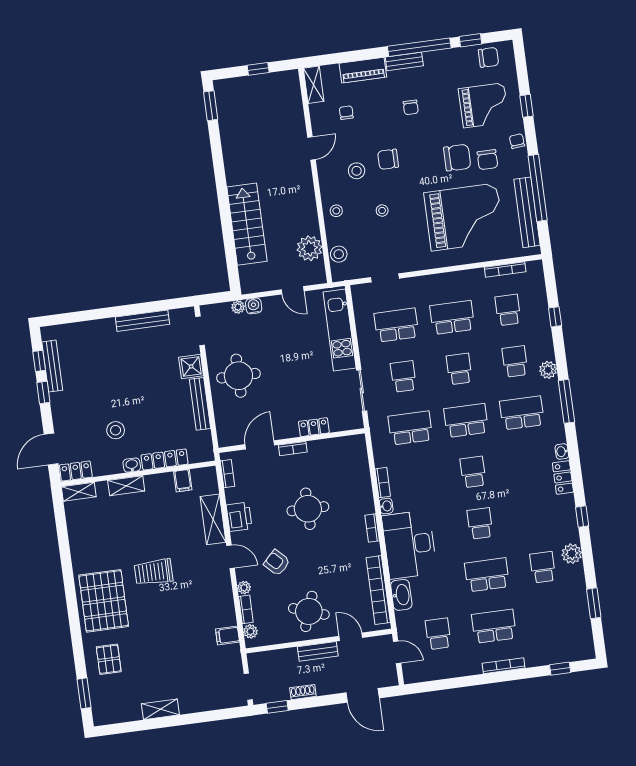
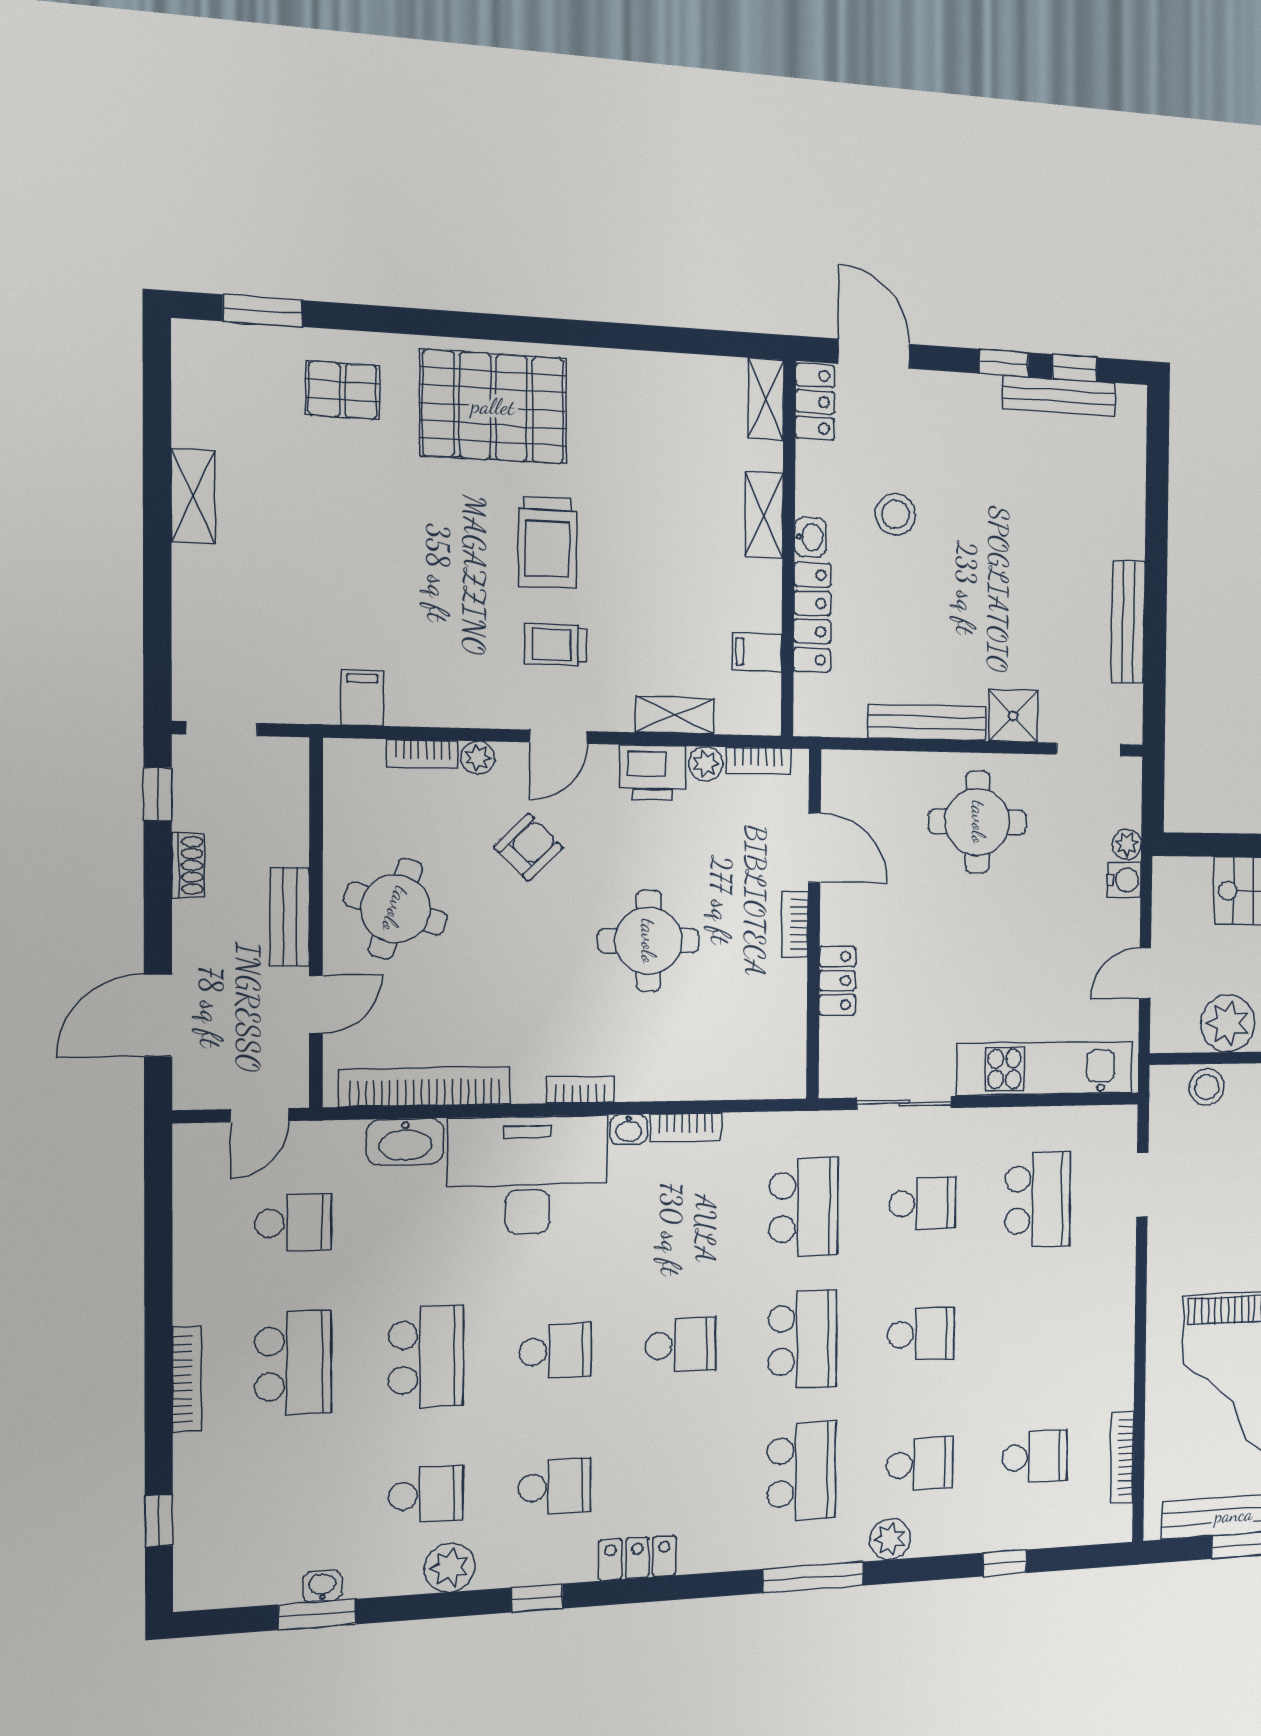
school desk: (452, 318) -> (555, 1487), moved, width x0.54
washbasin: (562, 452) -> (322, 1586), moved
shelving: (213, 519) -> (675, 715), width x0.67, depth x0.75
trolley: (194, 563) -> (556, 645), added
trolley: (154, 572) -> (547, 543), turned 180
plant: (250, 631) -> (706, 764), moved

